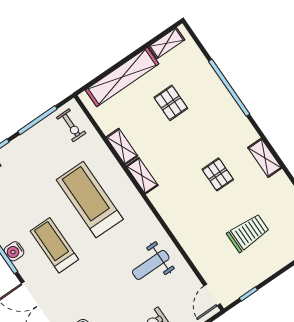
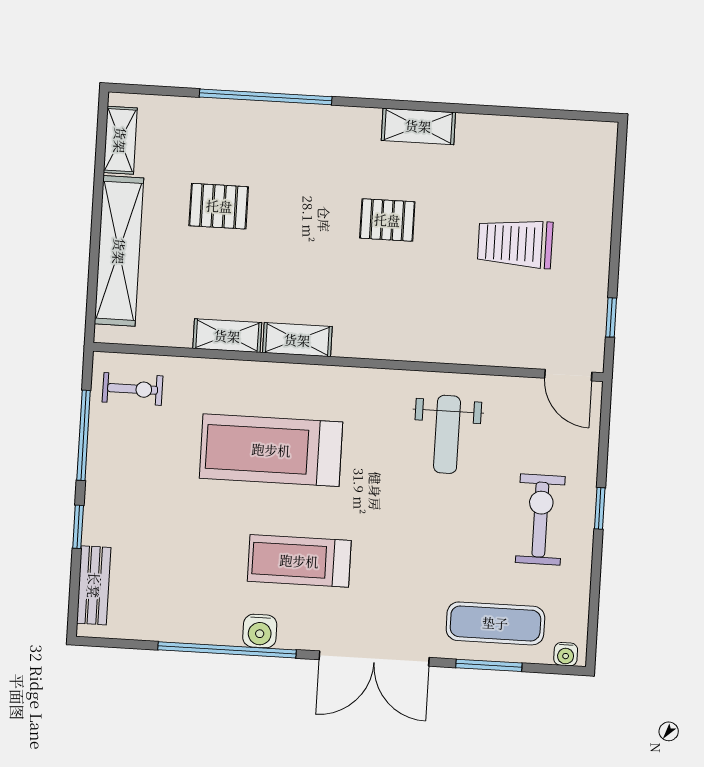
trolley: (248, 233) -> (515, 243), turned -90

